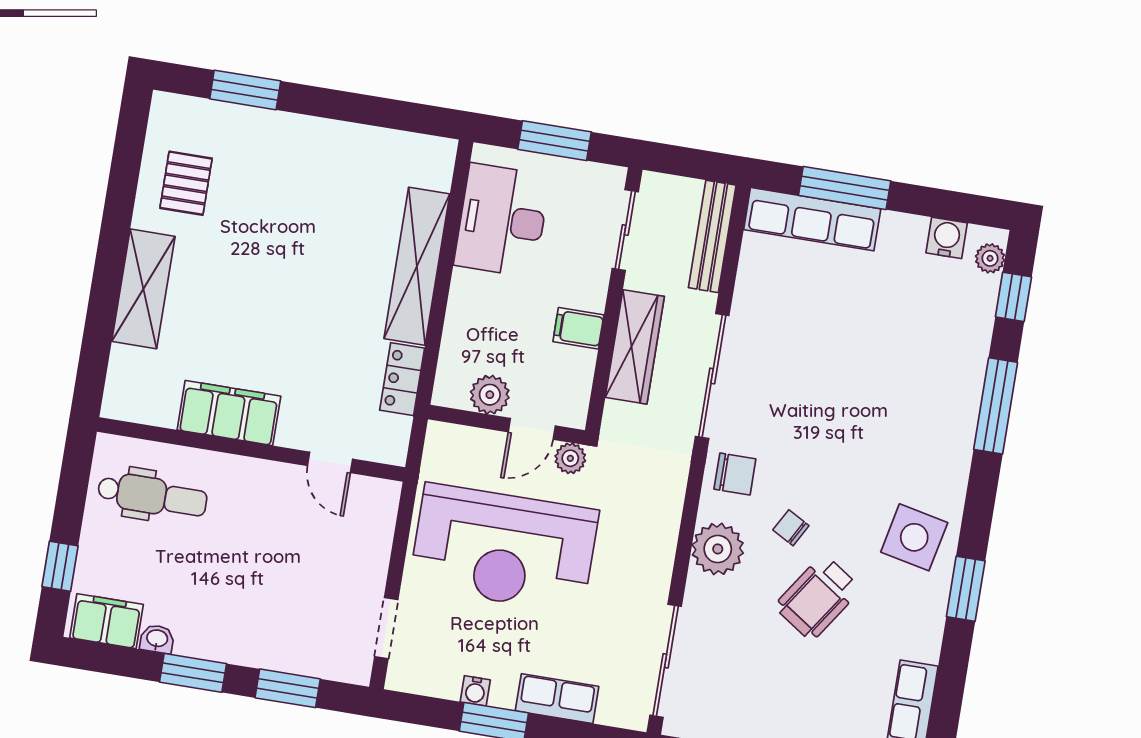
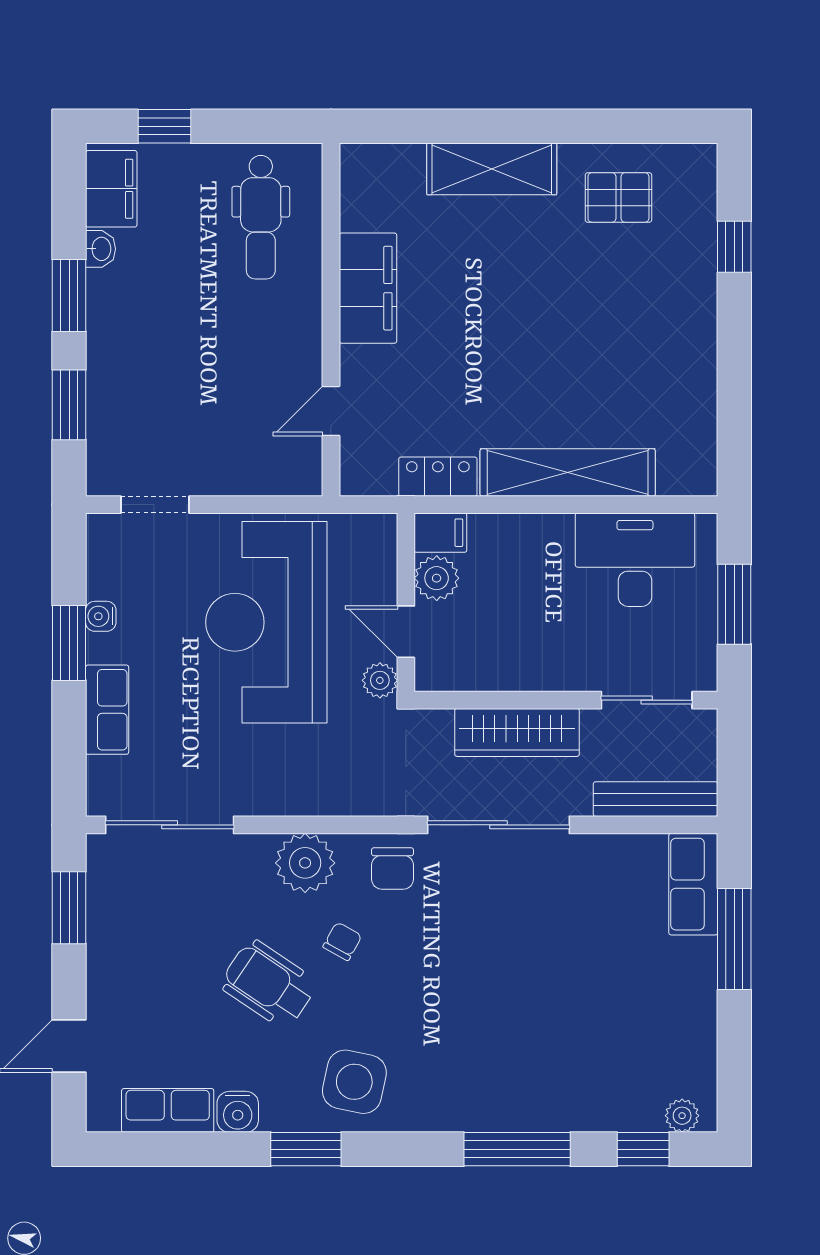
window: (245, 90) -> (734, 247), width x0.67
row of seats: (812, 219) -> (693, 884), width x0.68
water cooler: (947, 238) -> (238, 1112), moved, turned 90
filing cabinet: (578, 328) -> (440, 533), moved, turned 90

